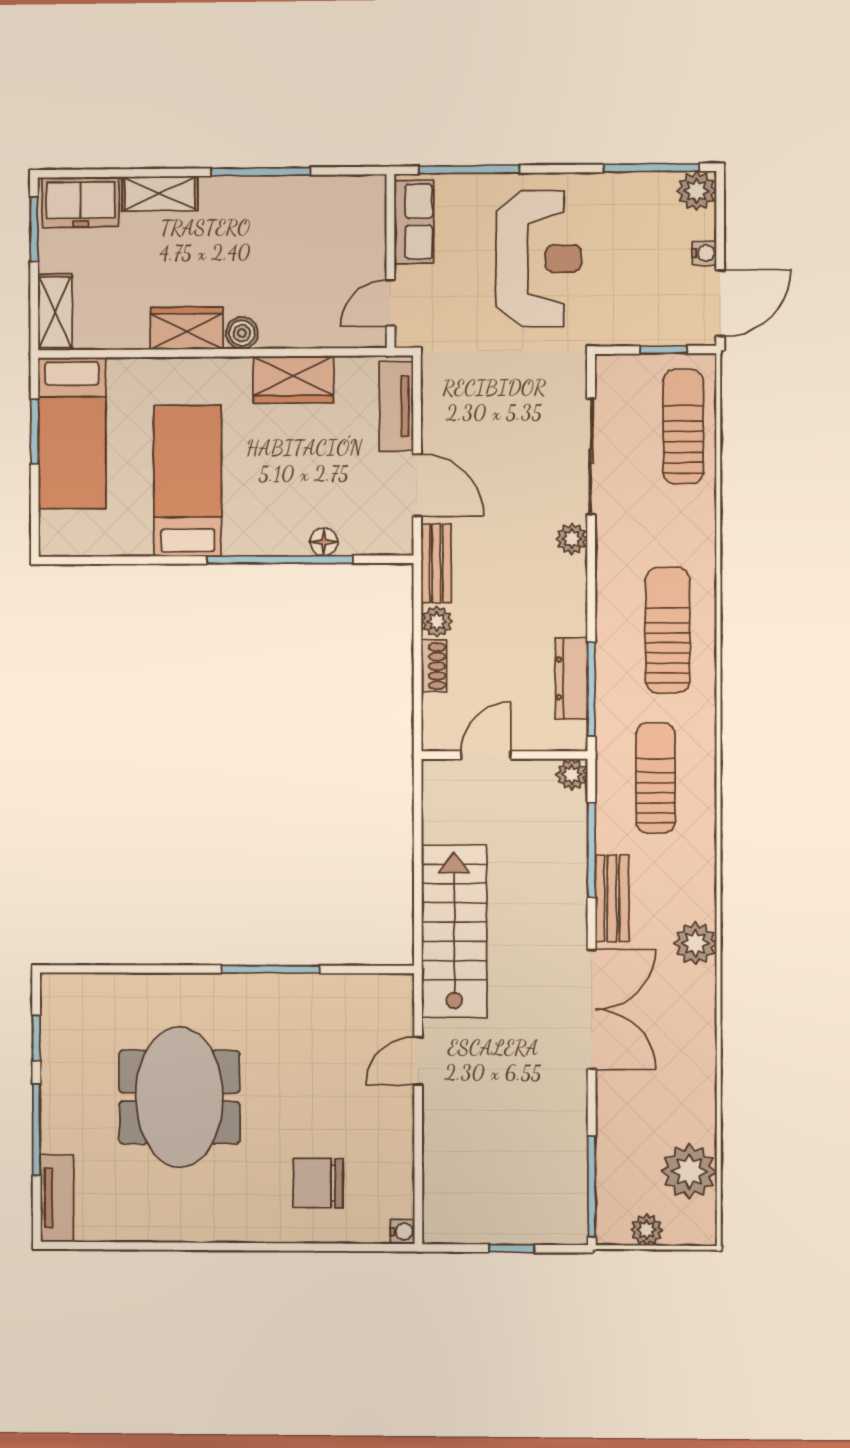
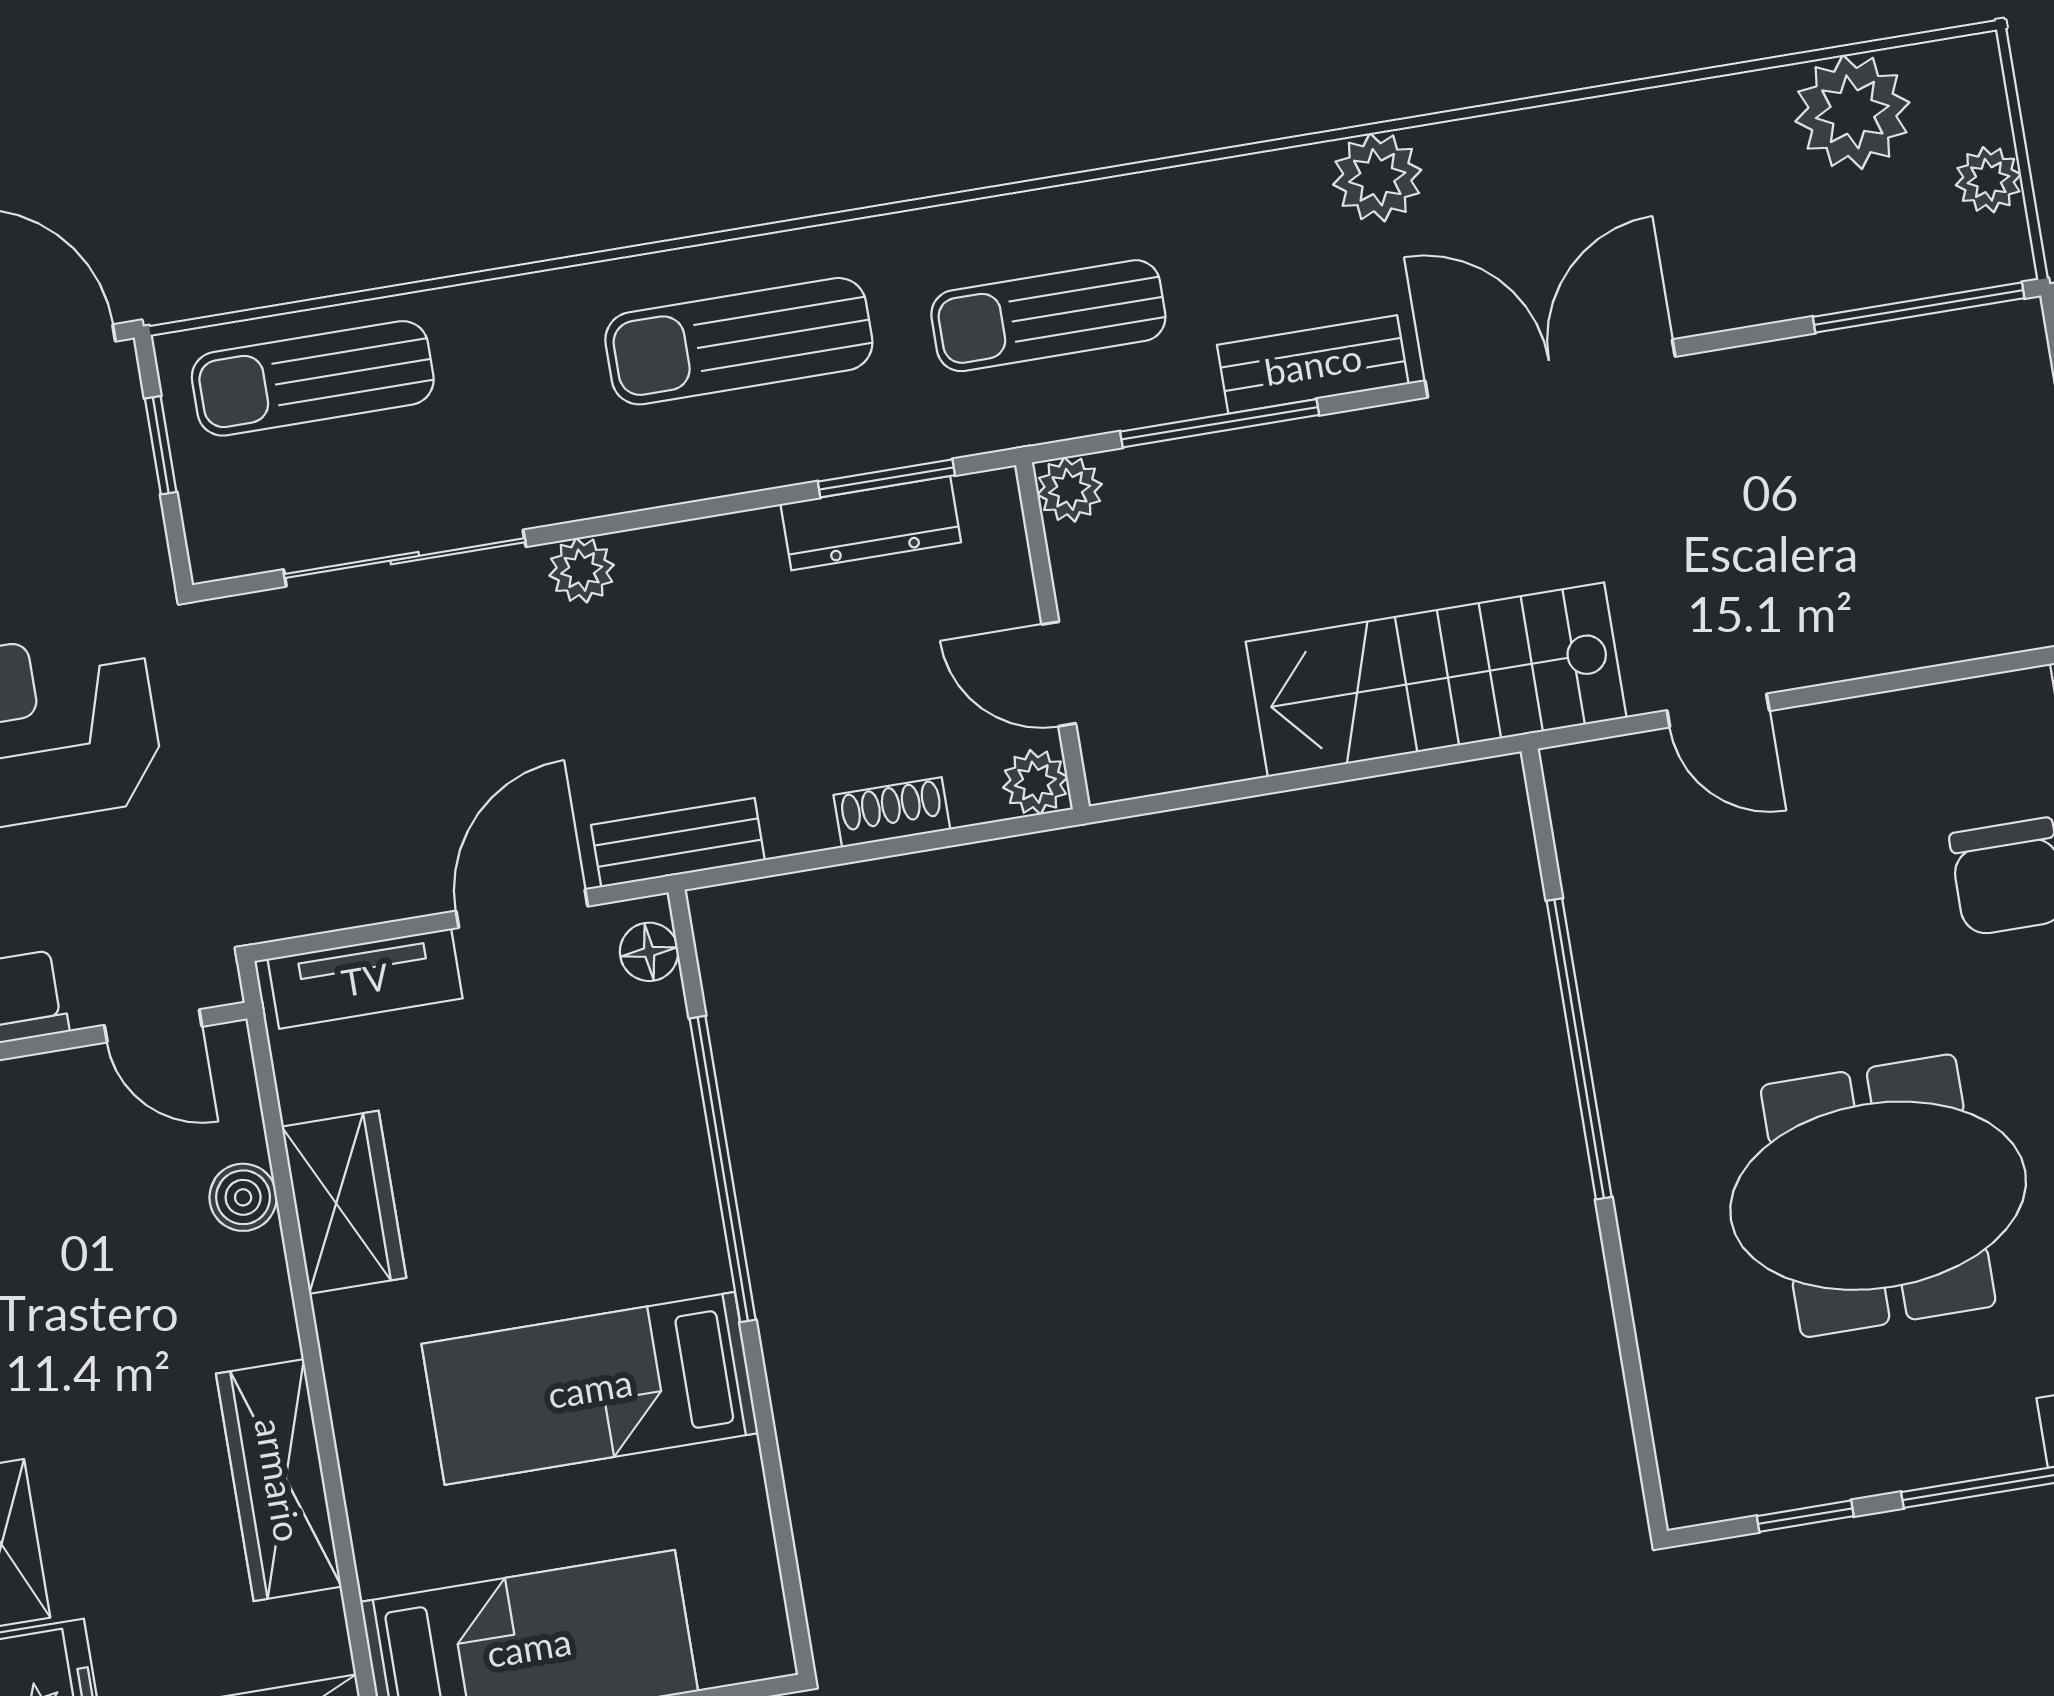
wardrobe: (187, 328) -> (279, 1480), width x1.50
boiler: (242, 333) -> (243, 1197), moved
floor lamp: (324, 542) -> (649, 952), moved
plant: (437, 621) -> (1035, 782), moved
window: (591, 689) -> (886, 478), width x0.69
window: (271, 969) -> (1579, 1049), width x1.46

